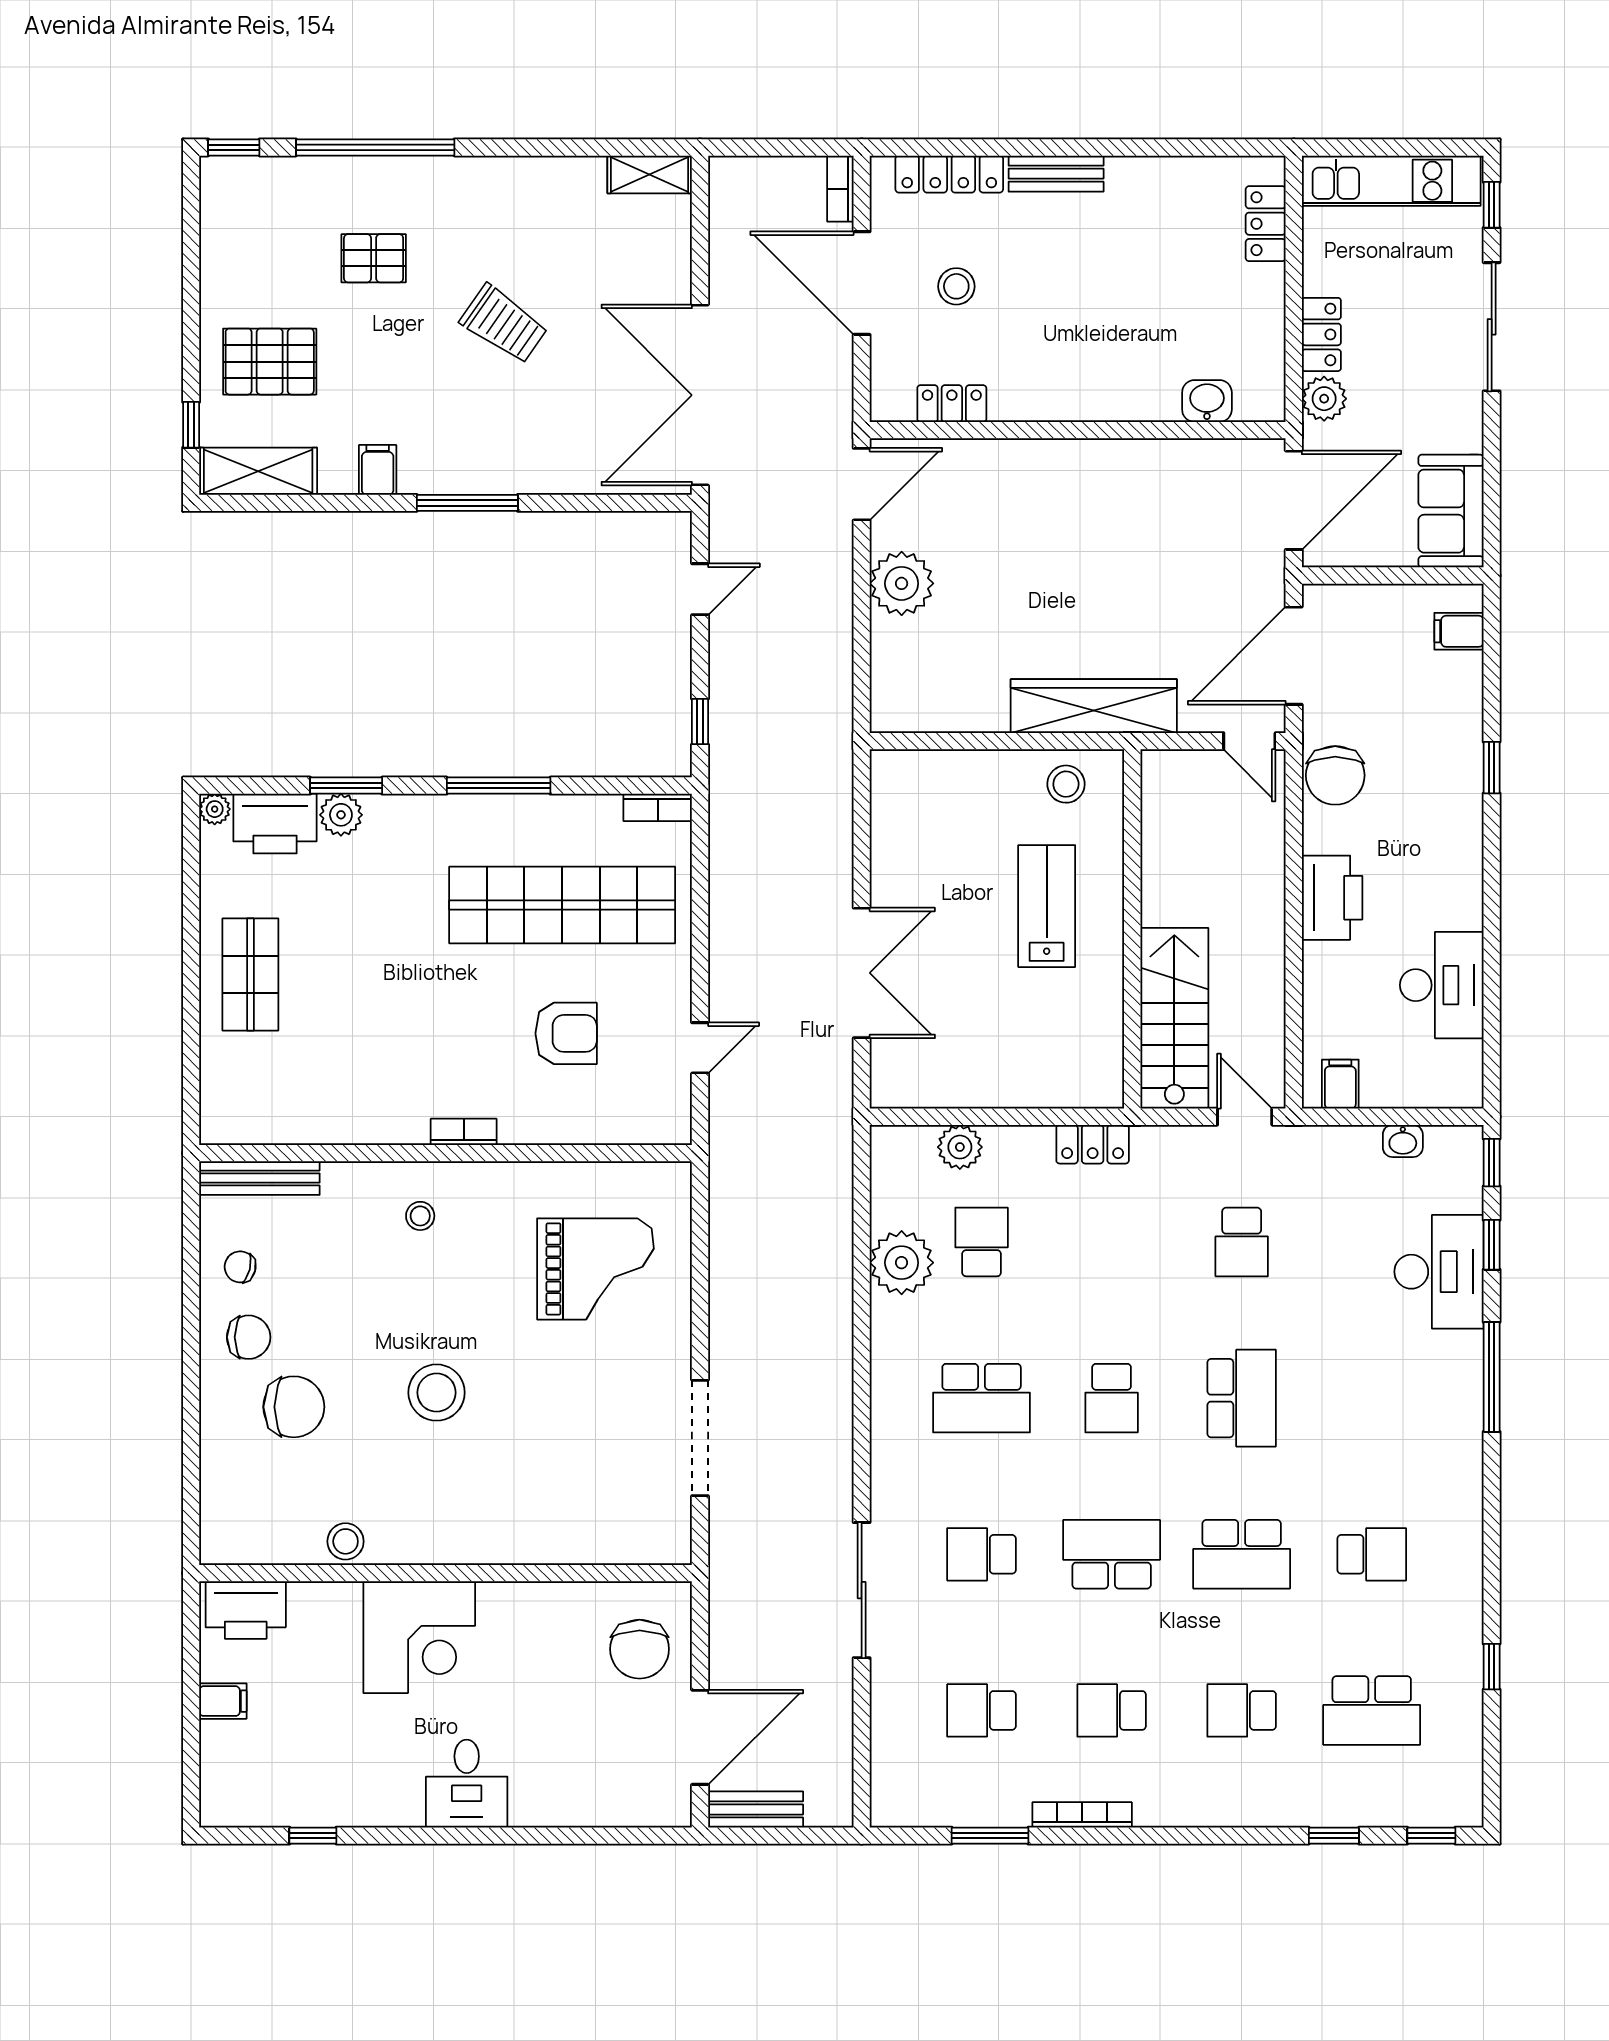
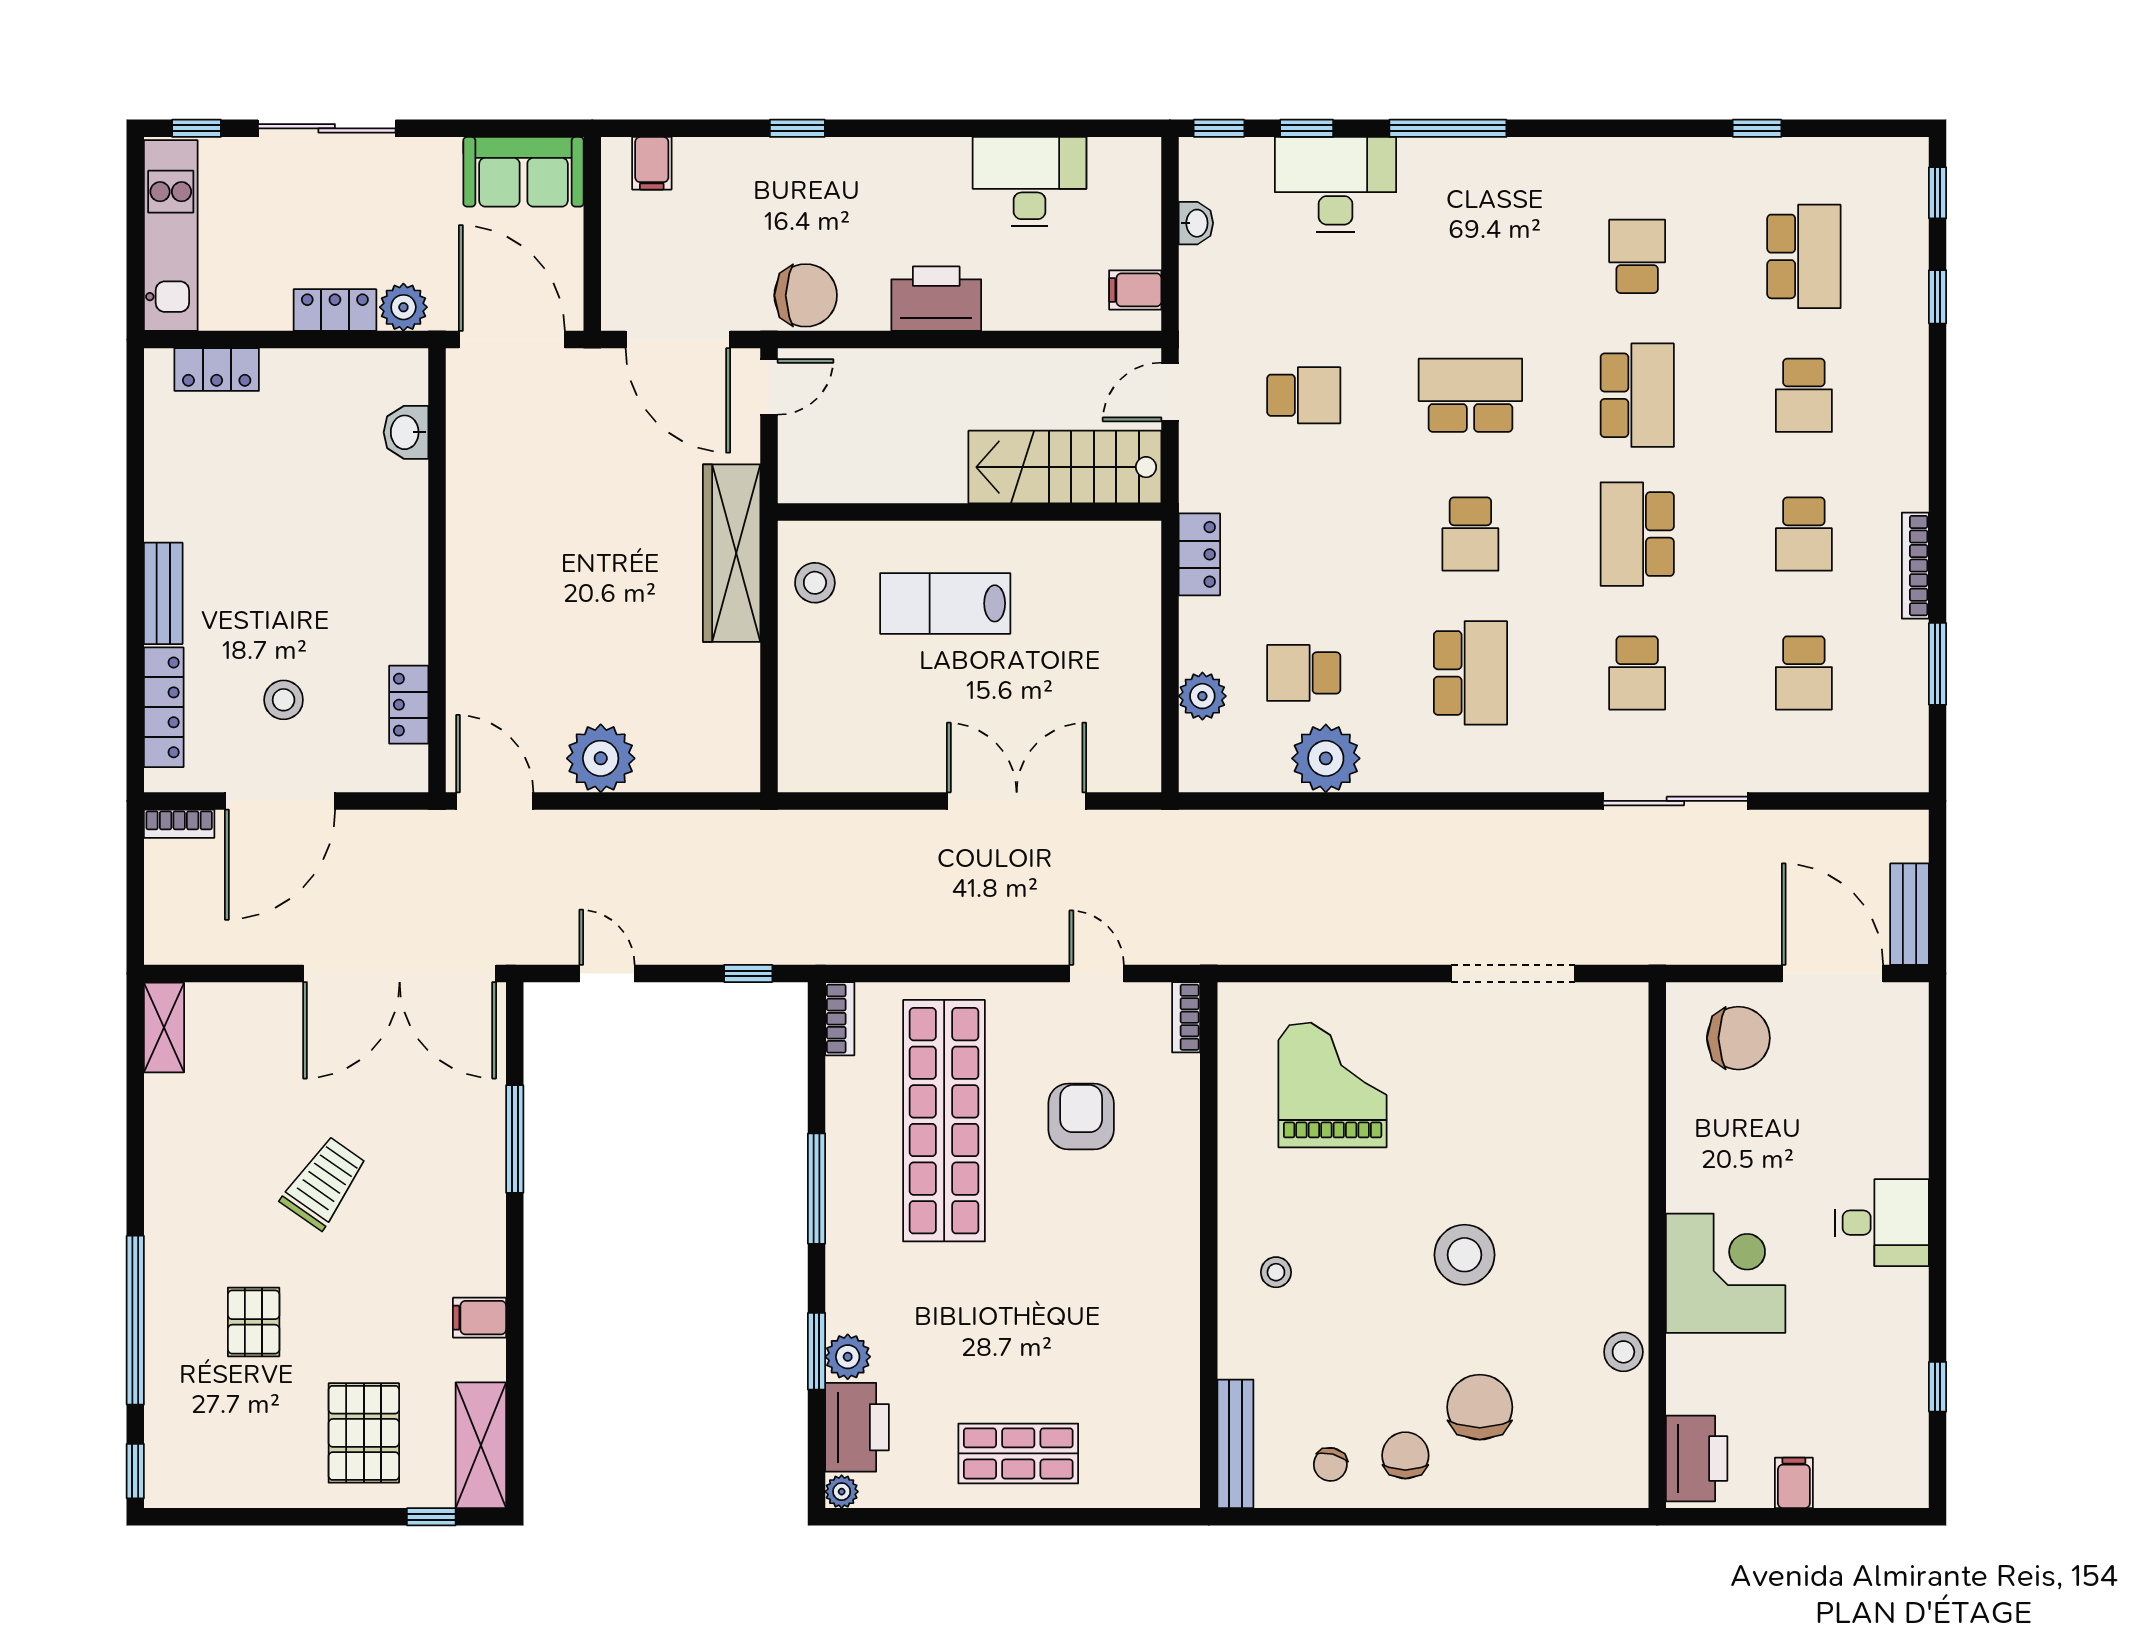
window: (467, 503) -> (515, 1139), moved
bookcase: (464, 1132) -> (1186, 1017), moved
school desk: (1112, 1398) -> (1470, 534), turned 90

